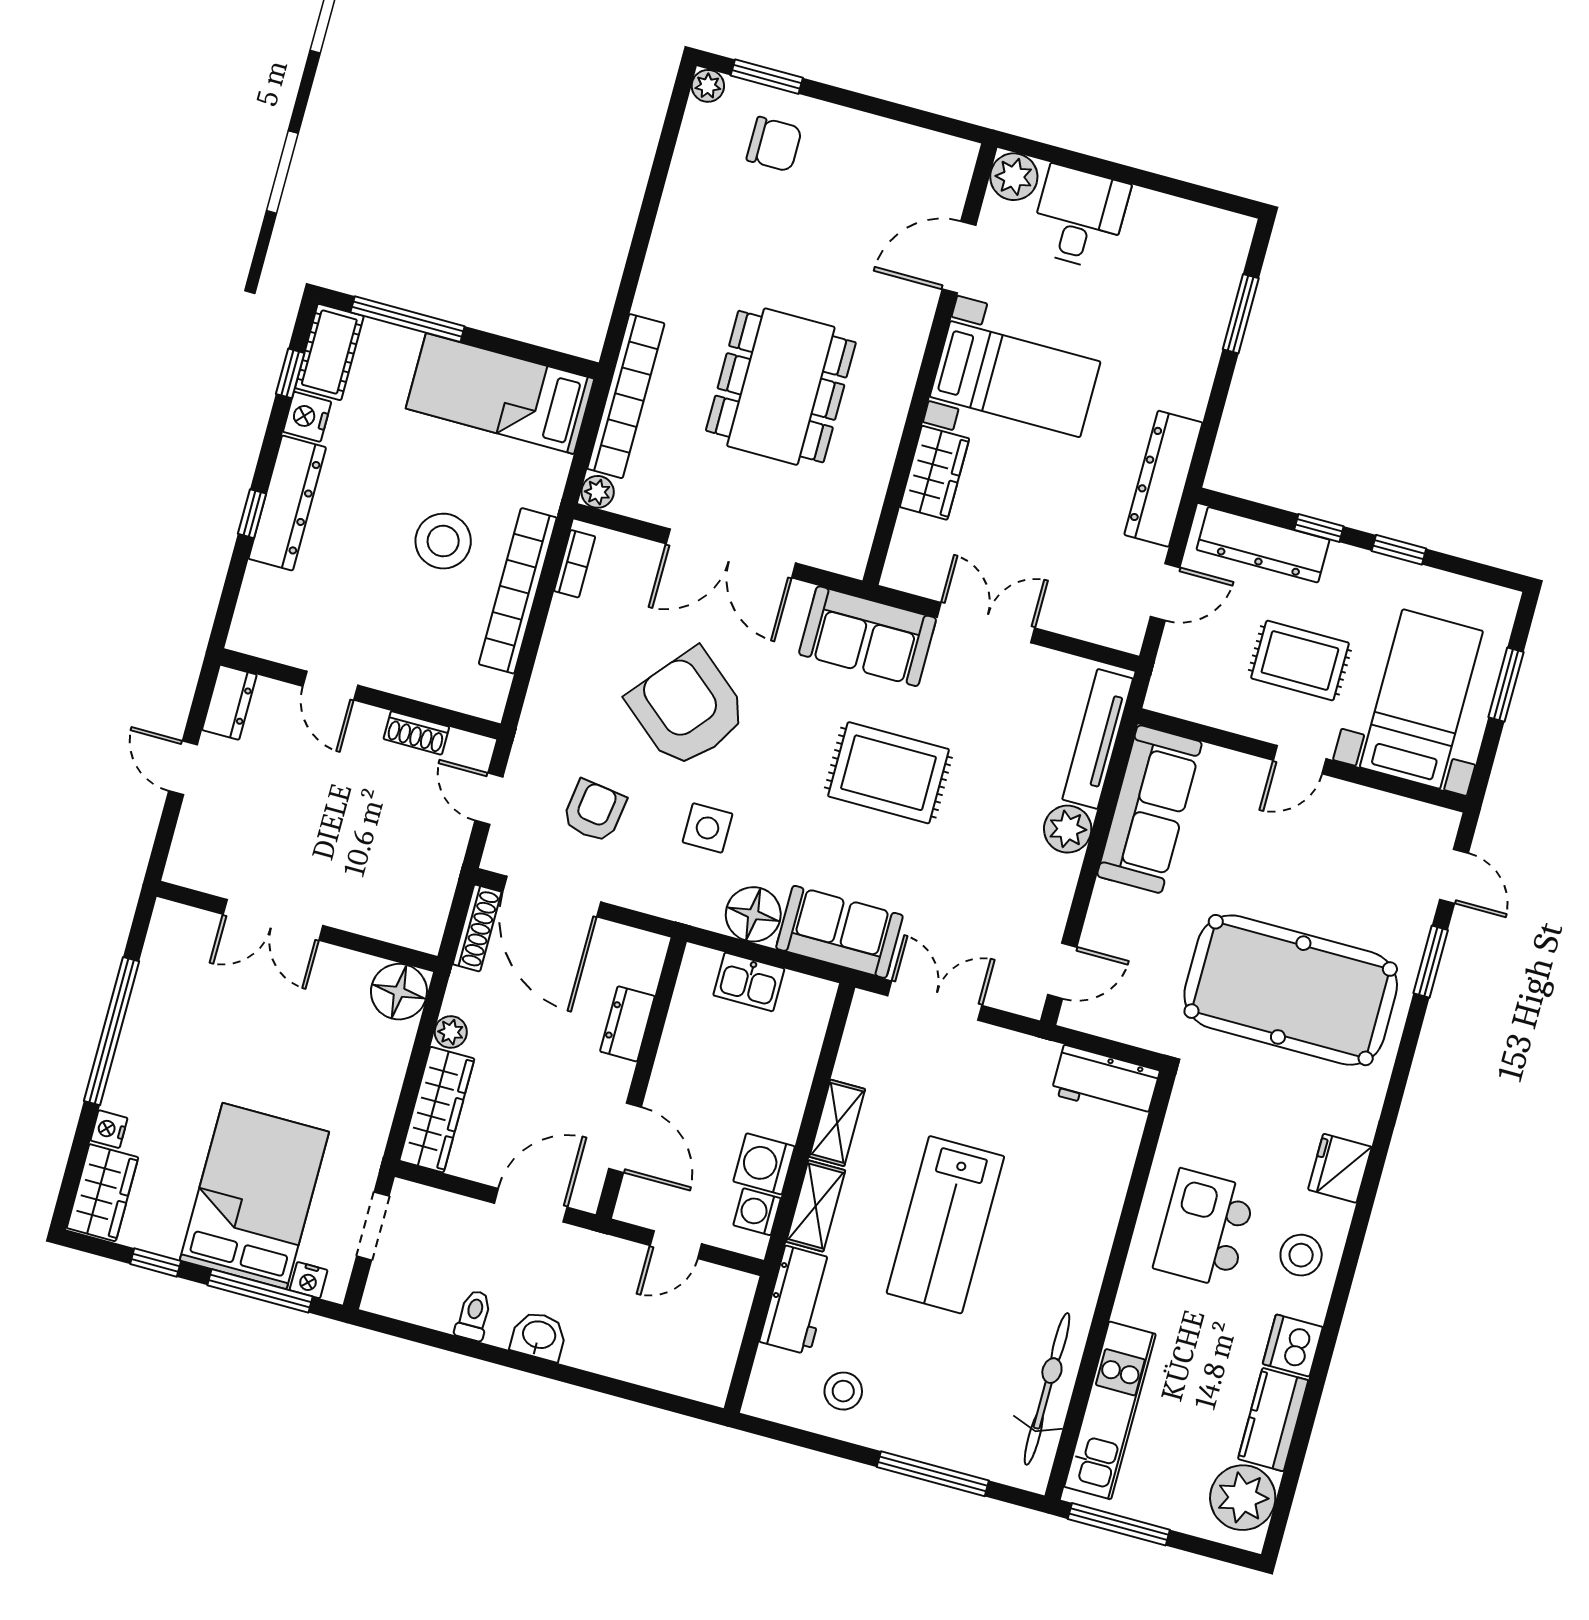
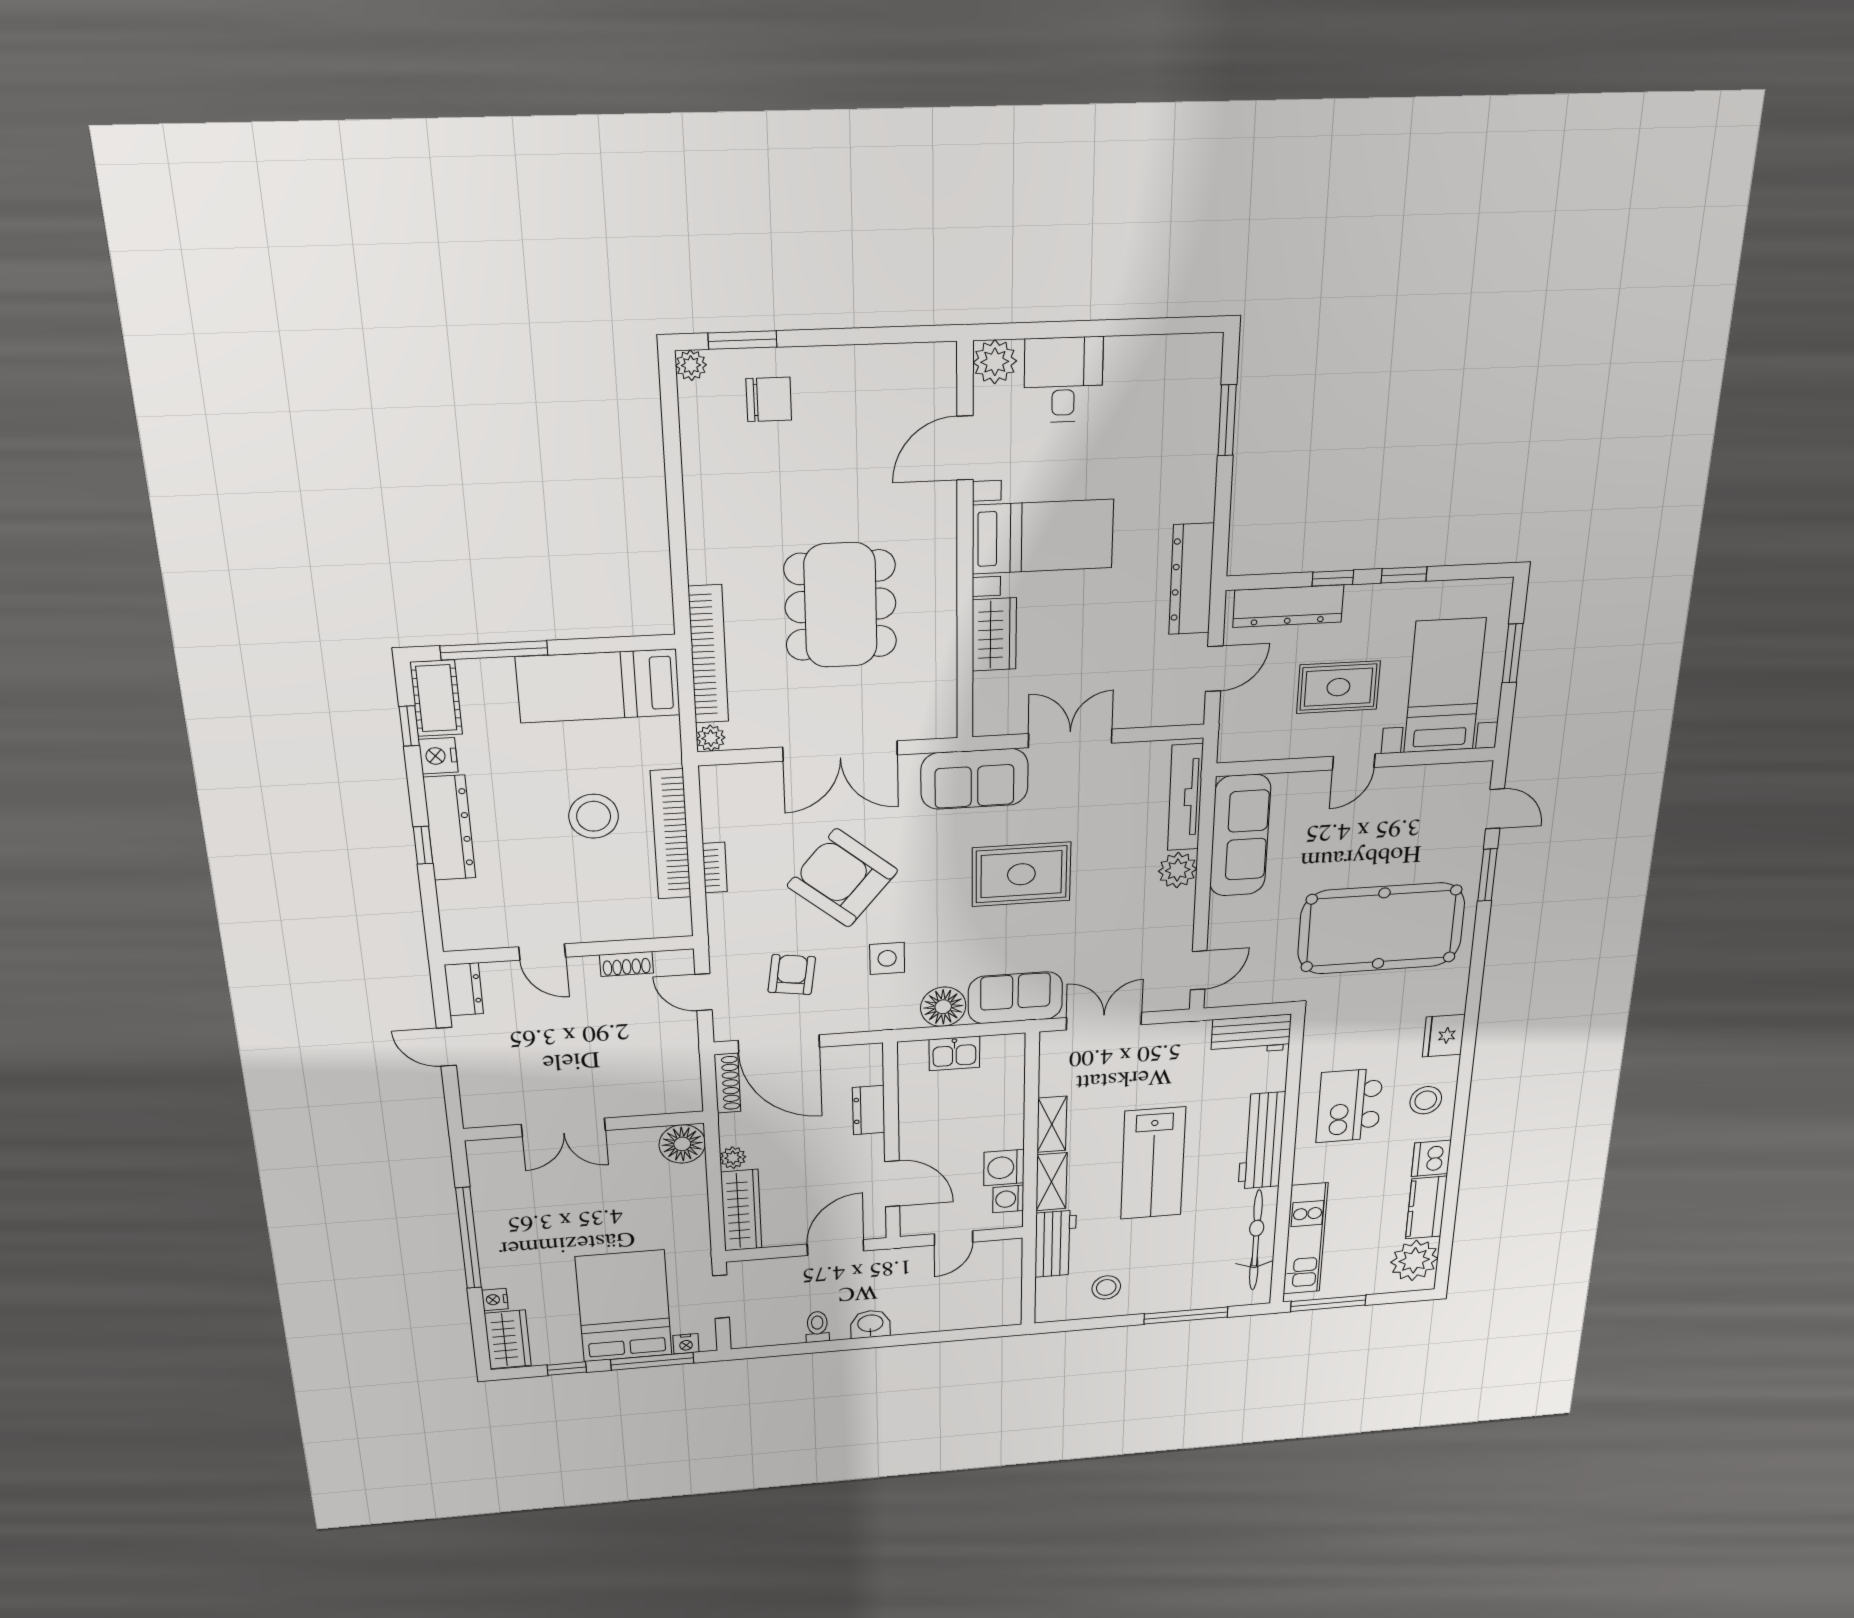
bookcase: (575, 564) -> (715, 868), moved
workbench: (1086, 1241) -> (1262, 1141), added

